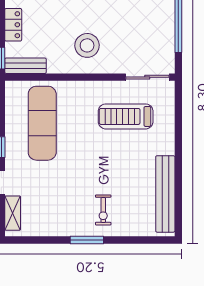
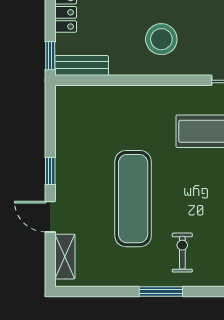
exercise mat: (42, 123) -> (133, 199), moved
exercise bike: (103, 210) -> (182, 253), turned 180

